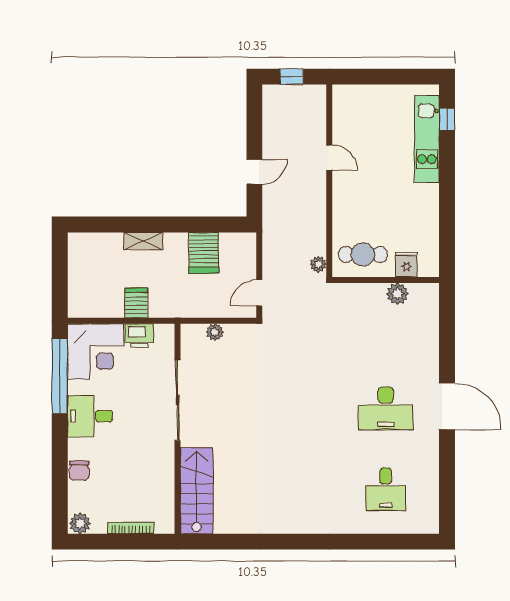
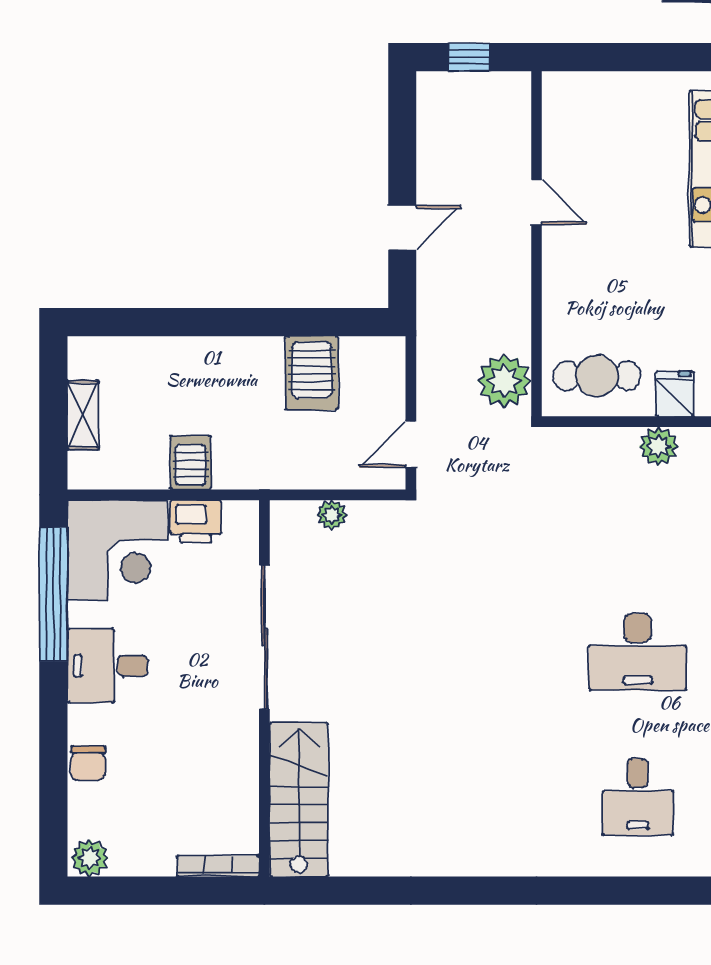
shelving: (143, 241) -> (83, 415), moved, turned 90
plant: (318, 264) -> (504, 381), width x1.88, depth x1.88
bookcase: (131, 528) -> (218, 866), moved

